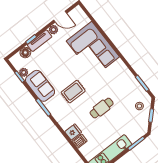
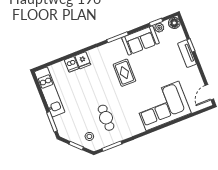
door: (60, 17) -> (209, 92), moved
plant: (53, 30) -> (194, 71), removed
floor lamp: (25, 53) -> (174, 23), moved
cafe table: (102, 108) -> (106, 118), moved

